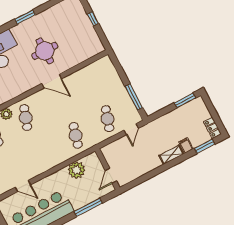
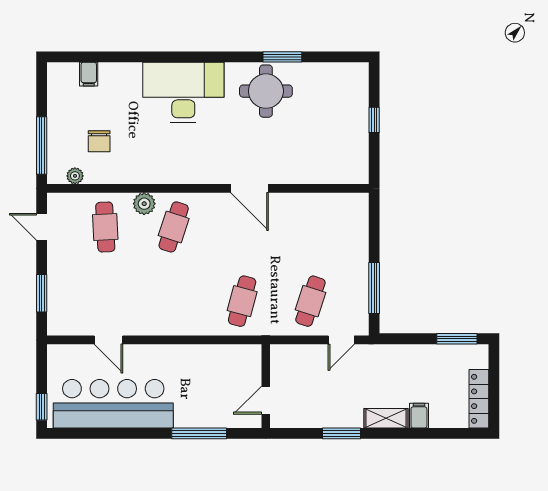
window: (25, 17) -> (282, 57), moved
round table: (45, 51) -> (266, 91), moved
locker: (212, 128) -> (479, 399), width x1.53
window: (205, 146) -> (342, 433), moved
plant: (77, 170) -> (213, 360), removed

